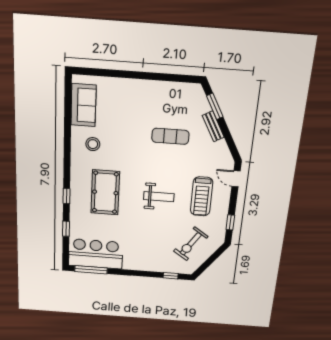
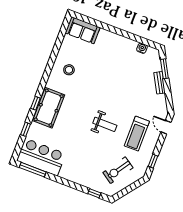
water cooler: (178, 88) -> (142, 48), added
sofa: (83, 105) -> (83, 30), moved, turned 90
exercise mat: (170, 136) -> (127, 81), removed
pool table: (105, 192) -> (49, 108), moved

